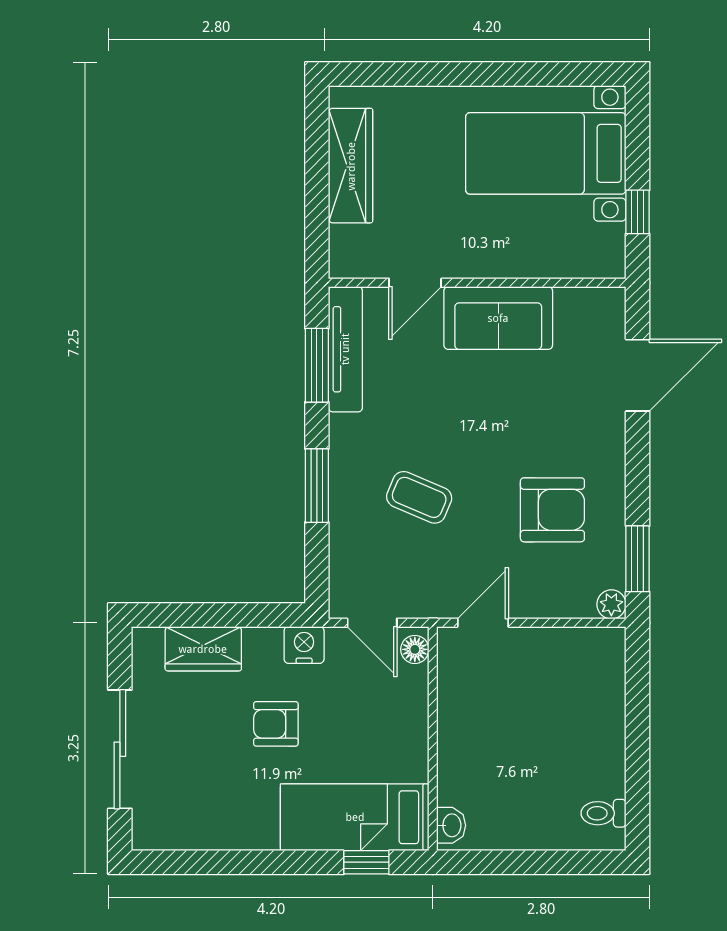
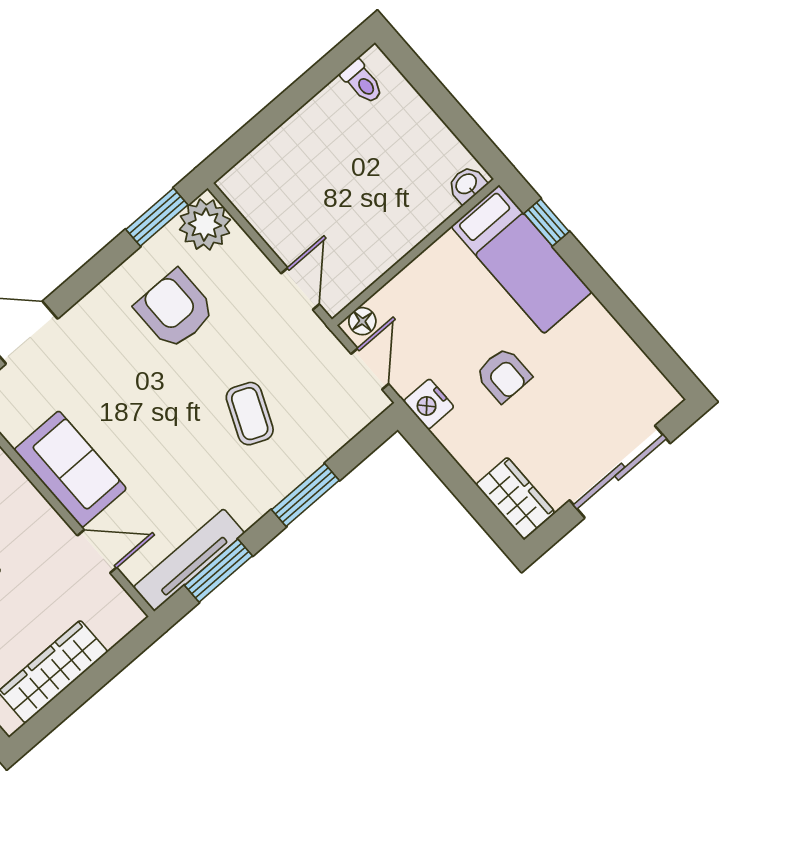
plant: (611, 604) -> (205, 225), width x1.88, depth x1.88
door: (483, 623) -> (300, 289), swing flipped
wardrobe: (203, 649) -> (515, 498), moved

